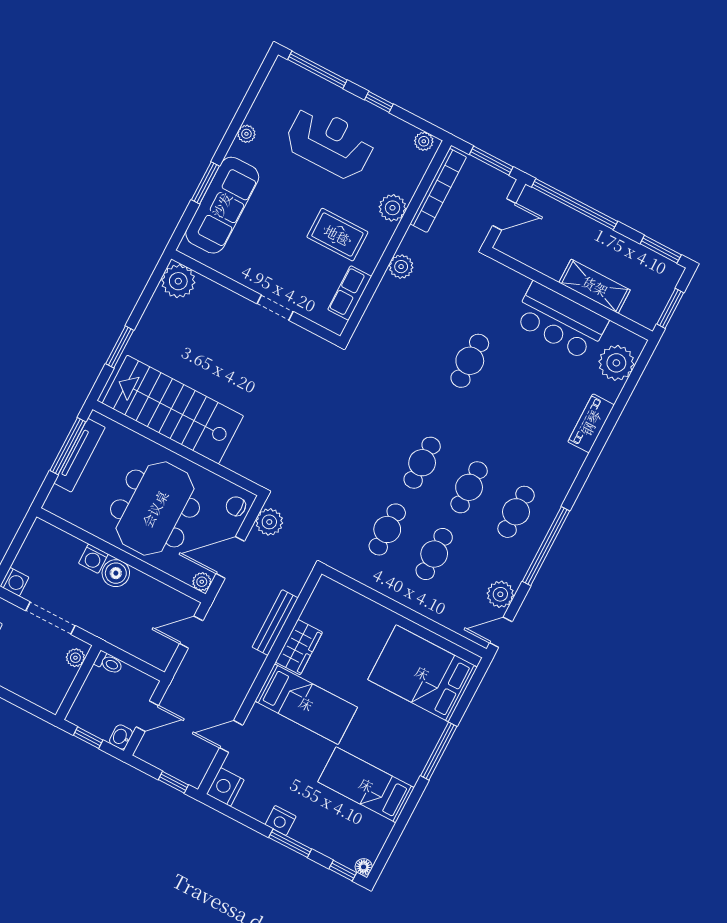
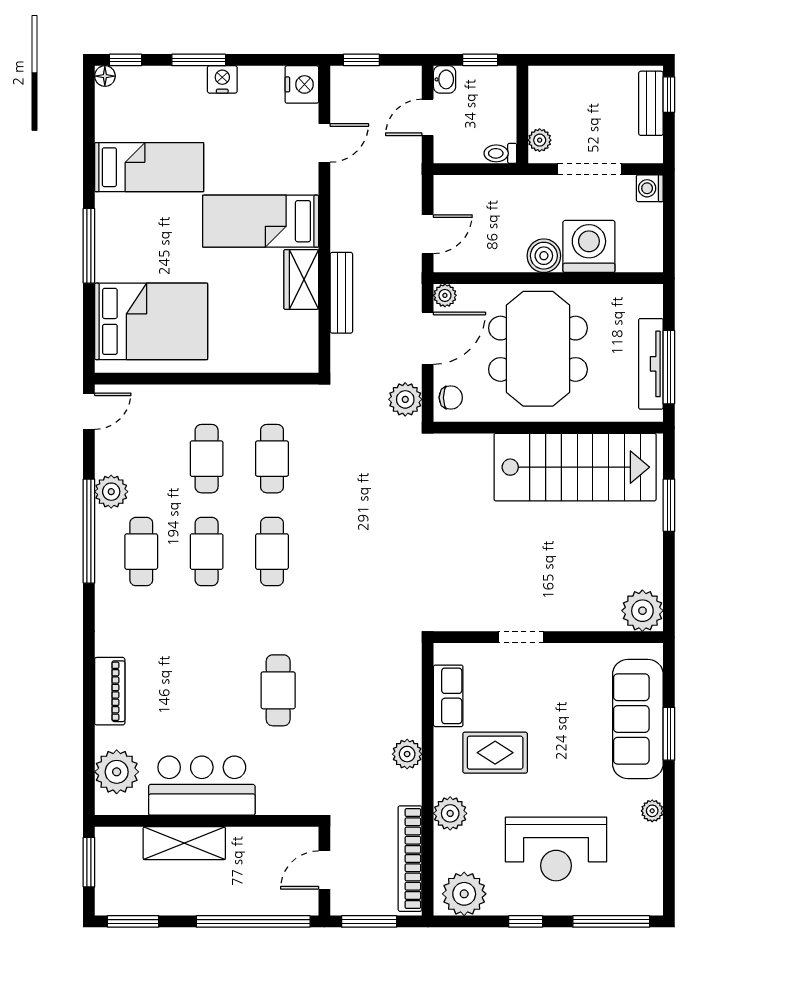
plant: (424, 141) -> (464, 894), width x1.88, depth x1.88
washing machine: (93, 559) -> (589, 246), width x1.89, depth x1.89
plant: (500, 594) -> (111, 492), moved

